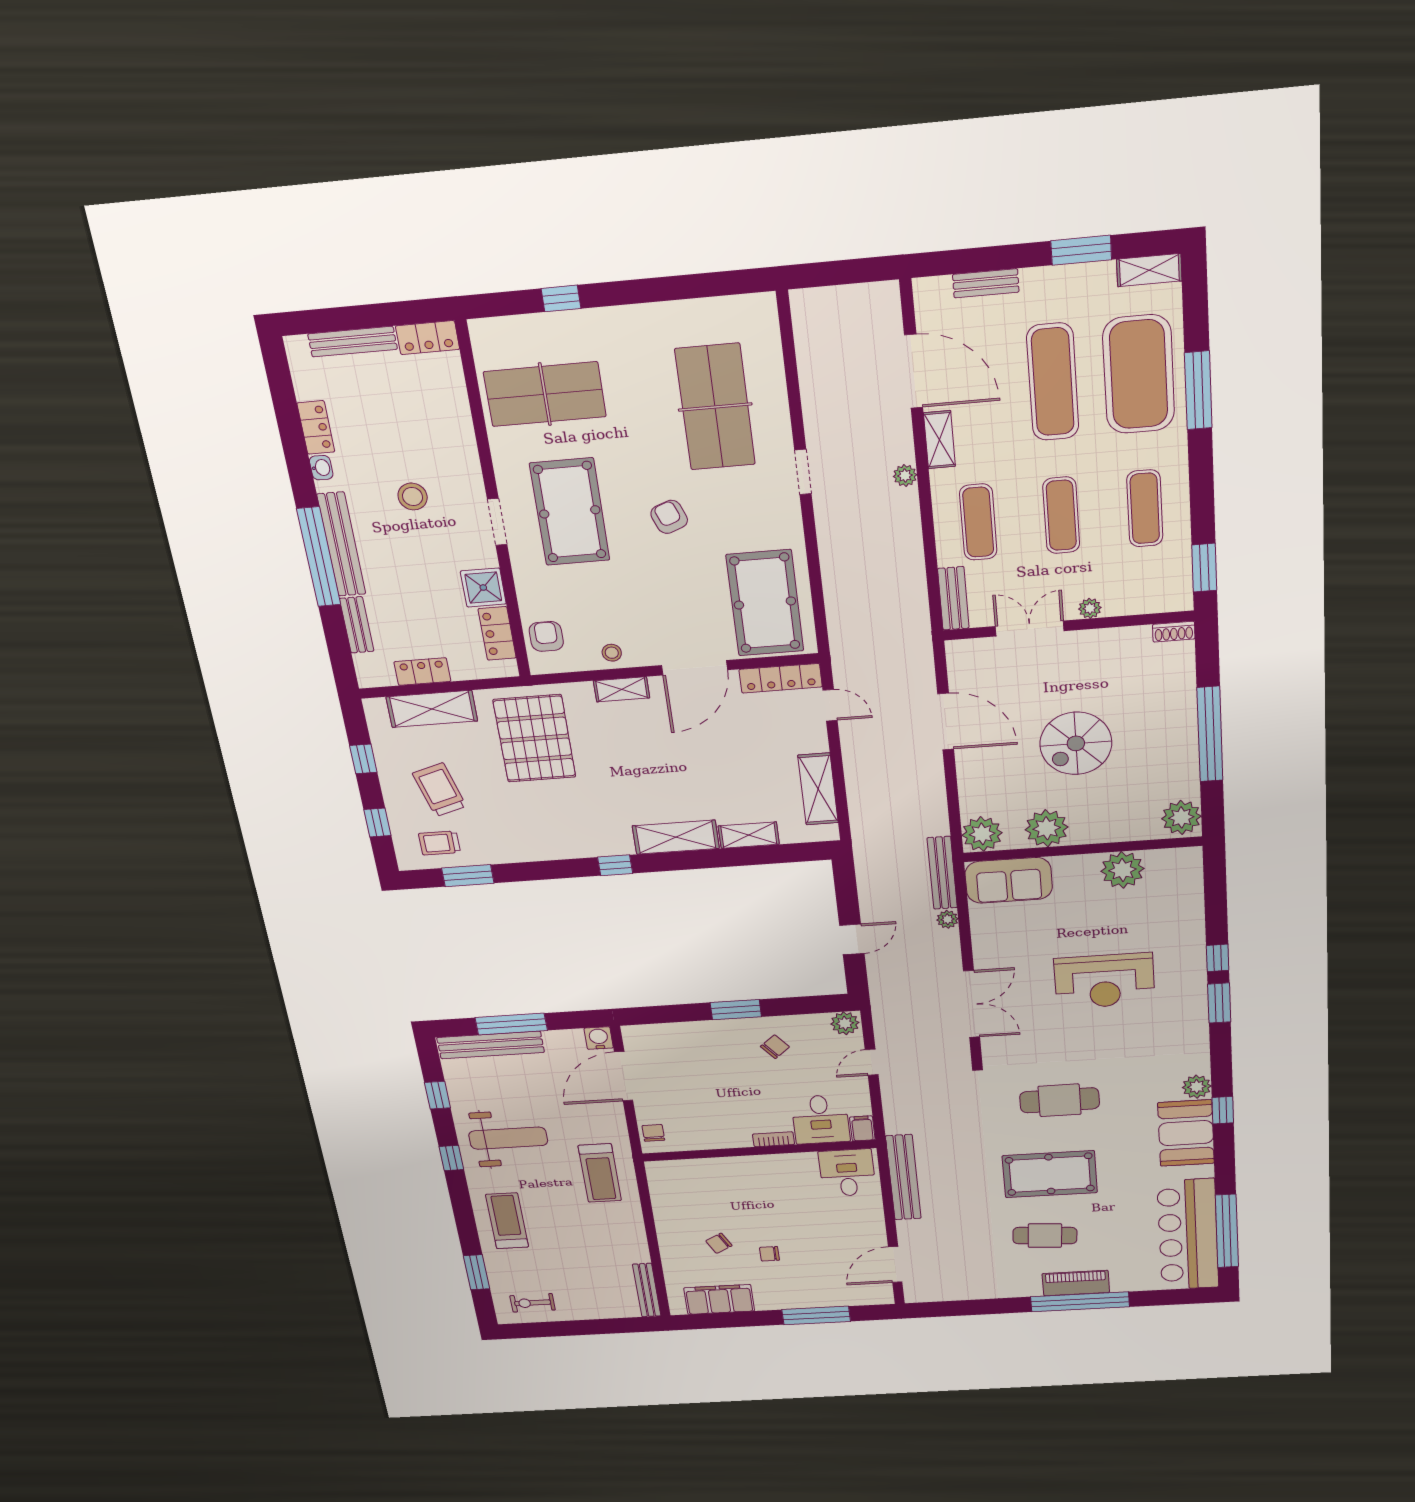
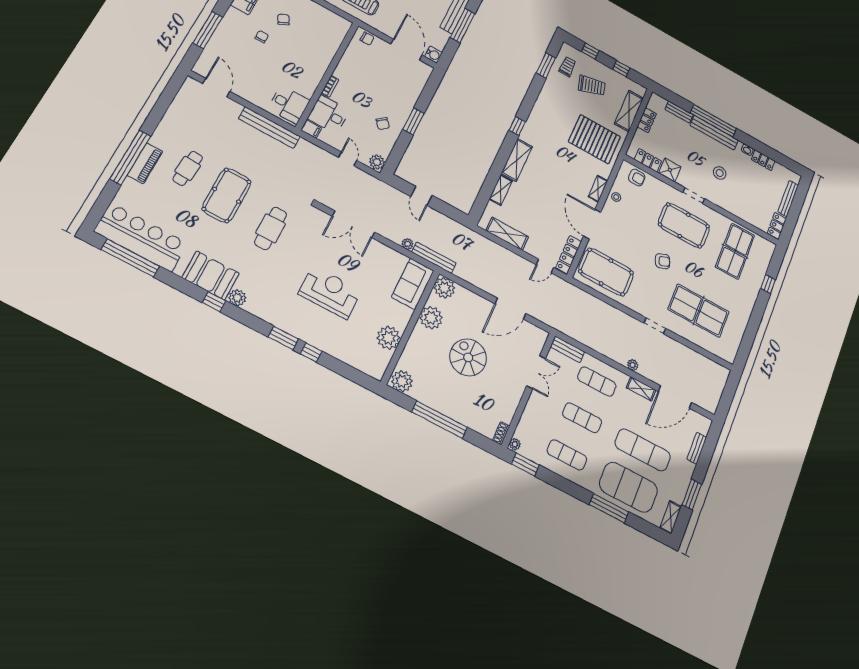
plant: (1090, 608) -> (515, 444), moved
reception desk: (1104, 981) -> (330, 292), turned 90

